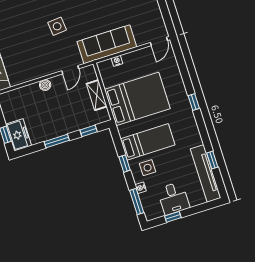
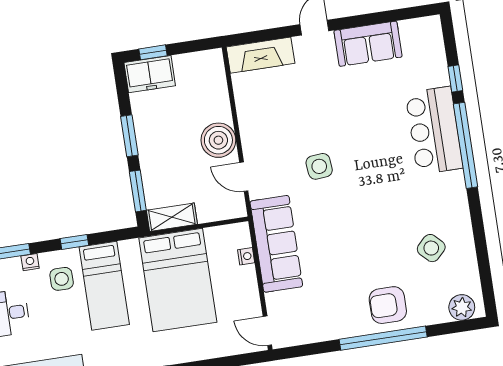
boiler: (45, 85) -> (218, 140), width x1.86, depth x1.86
shelving: (97, 95) -> (172, 217), moved
window: (89, 131) -> (138, 191), width x1.50

